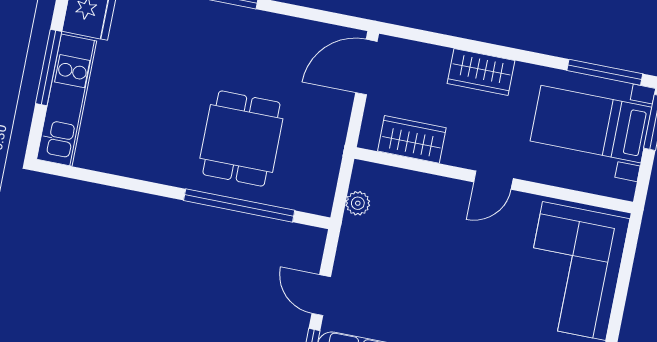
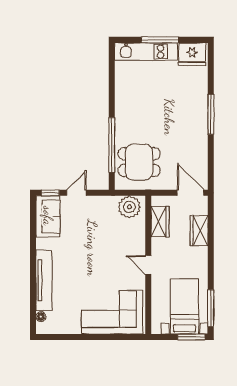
wardrobe: (481, 72) -> (199, 231), moved
dining table: (241, 138) -> (139, 162), moved
plant: (358, 203) -> (129, 207), width x1.87, depth x1.87

